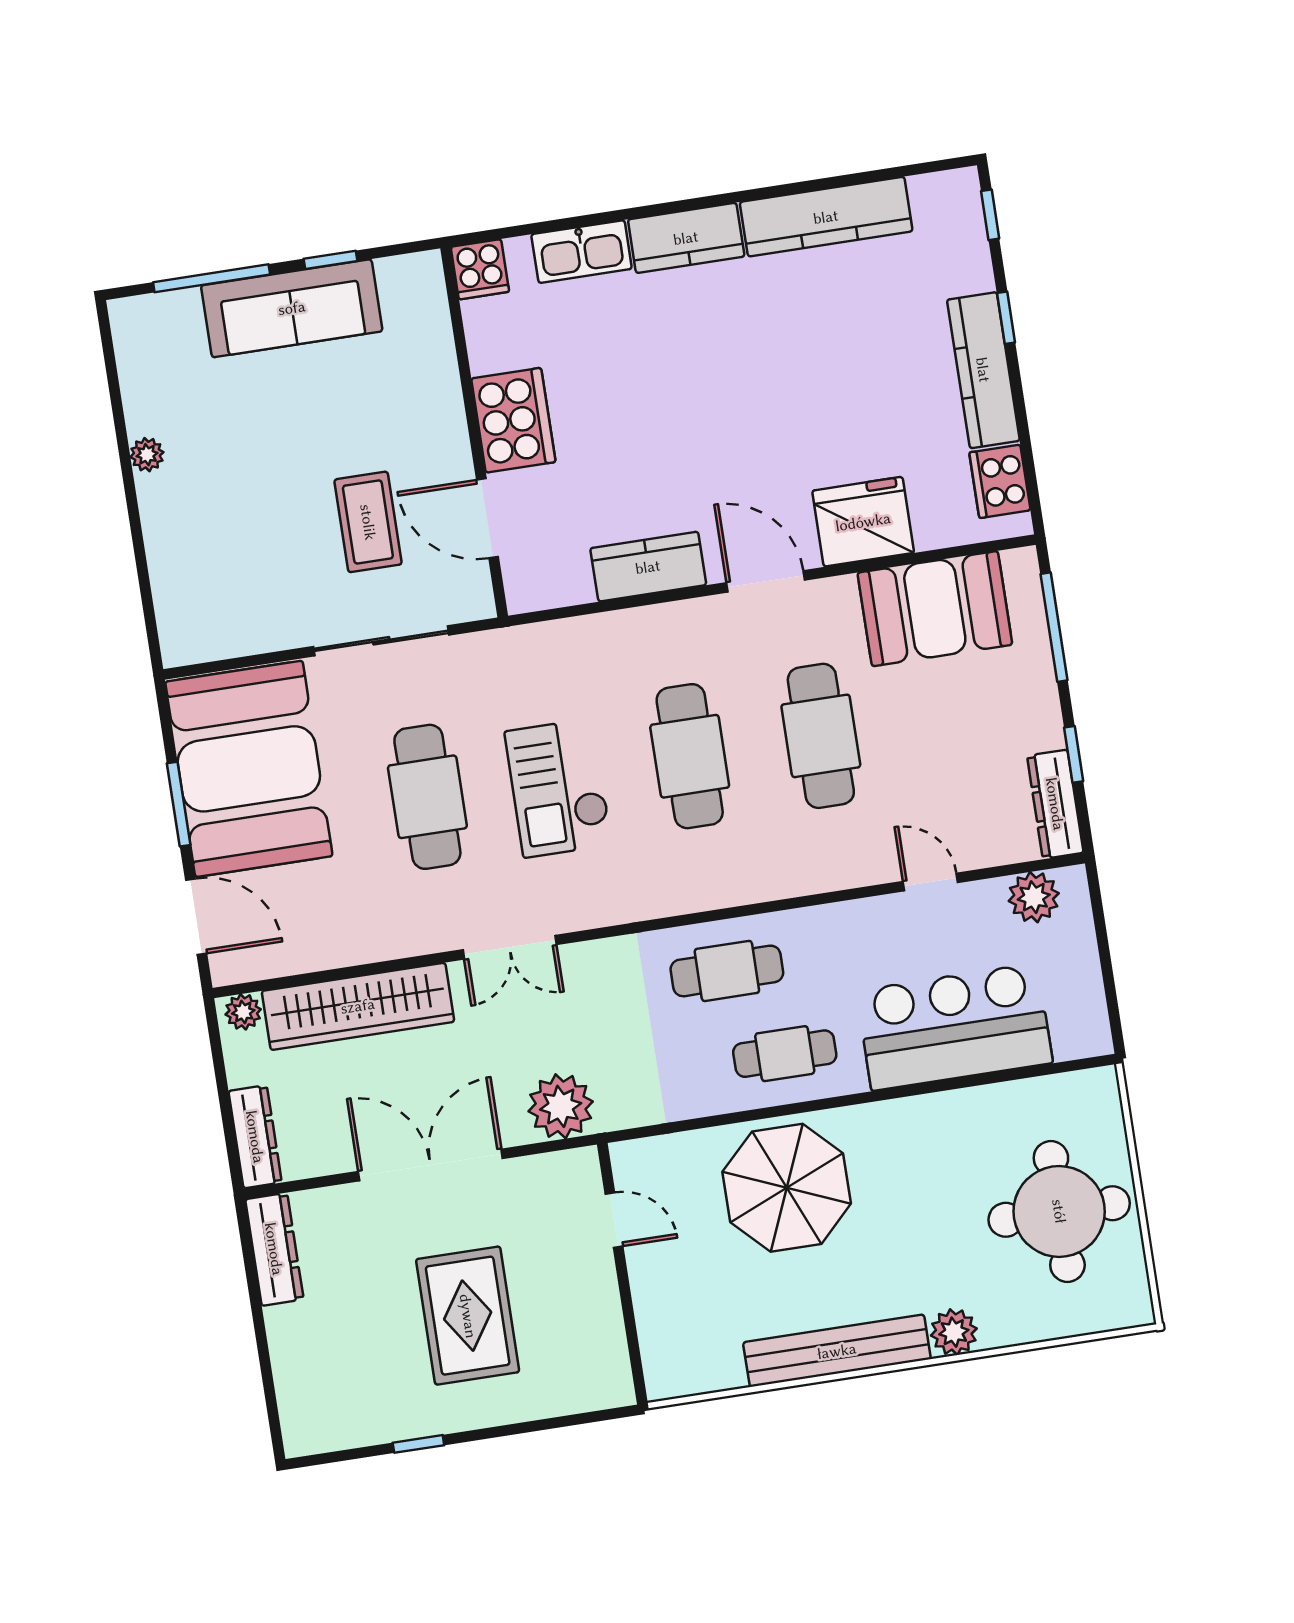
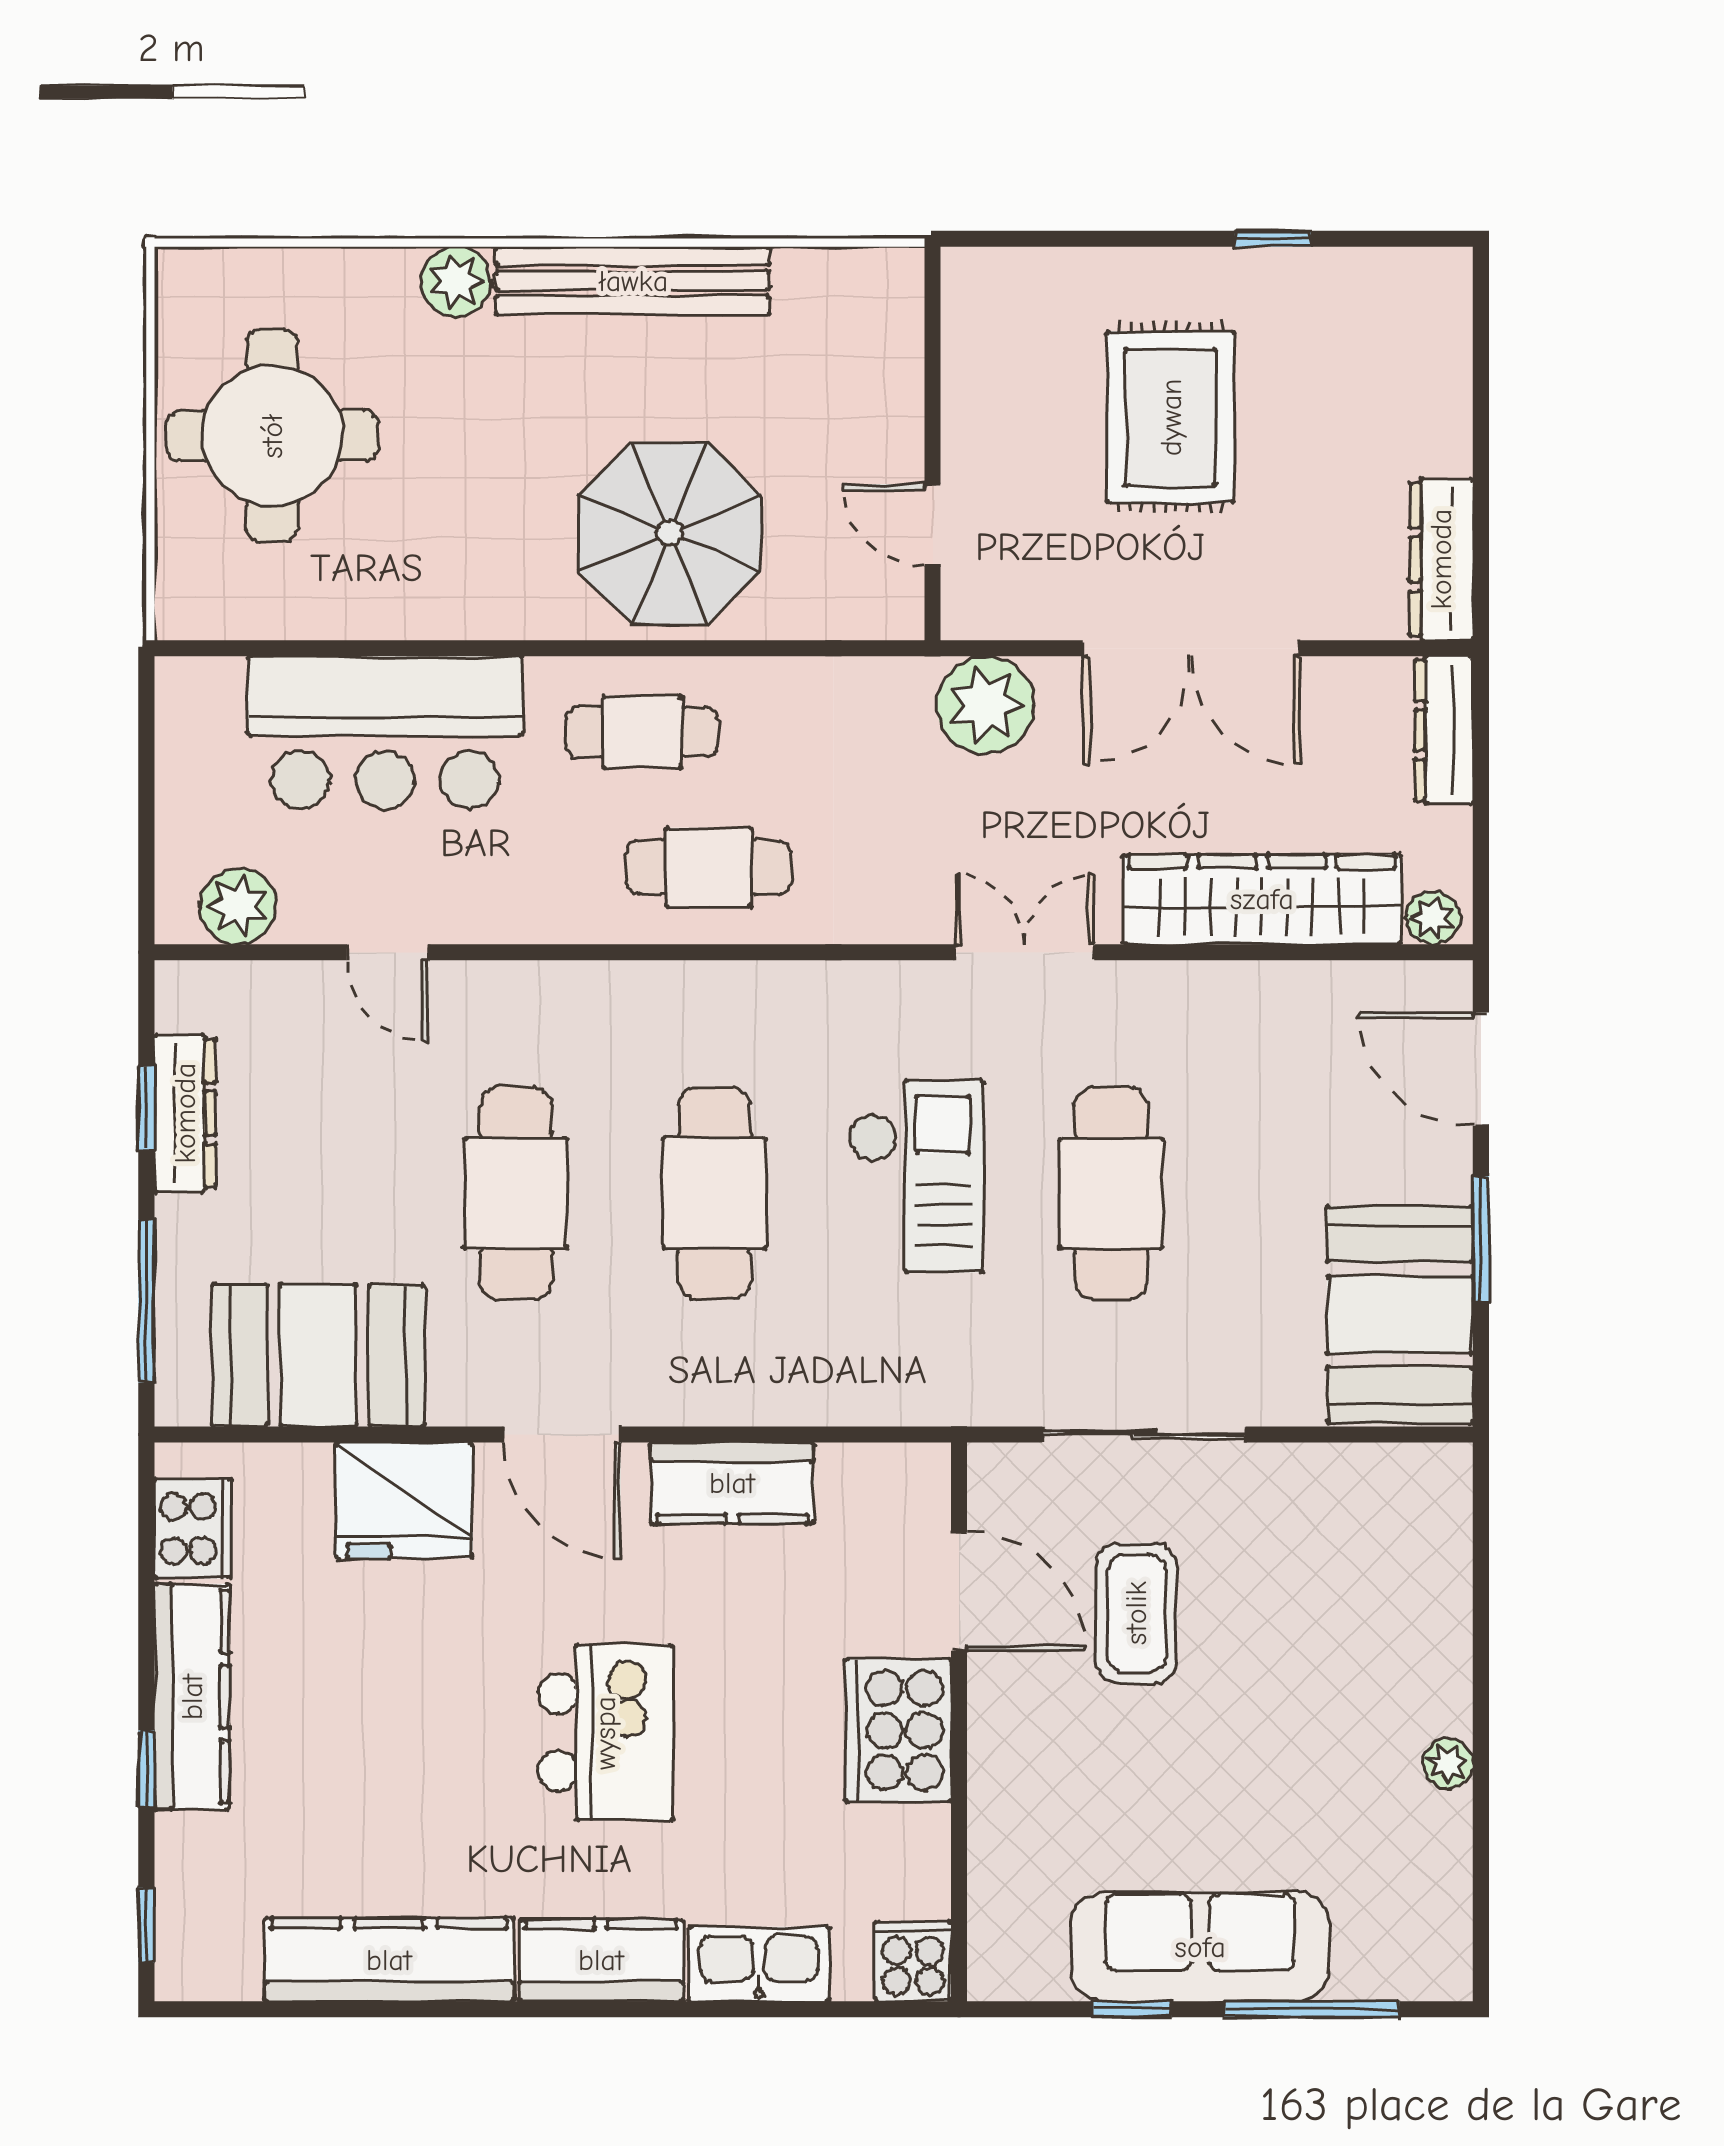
kitchen island: (707, 389) -> (605, 1733), added
booth: (249, 769) -> (1400, 1315), width x0.73, depth x0.70
dresser: (1055, 804) -> (185, 1113), moved

